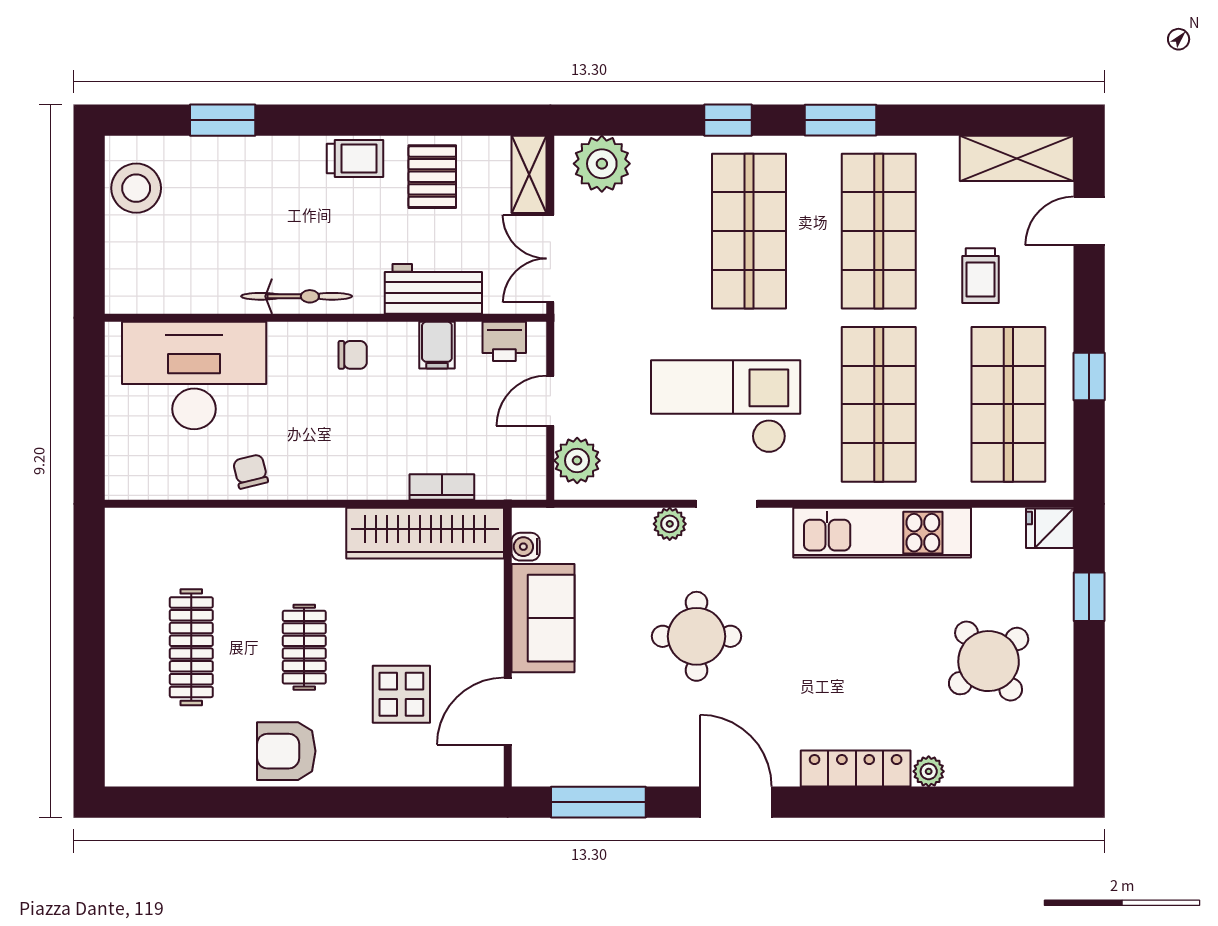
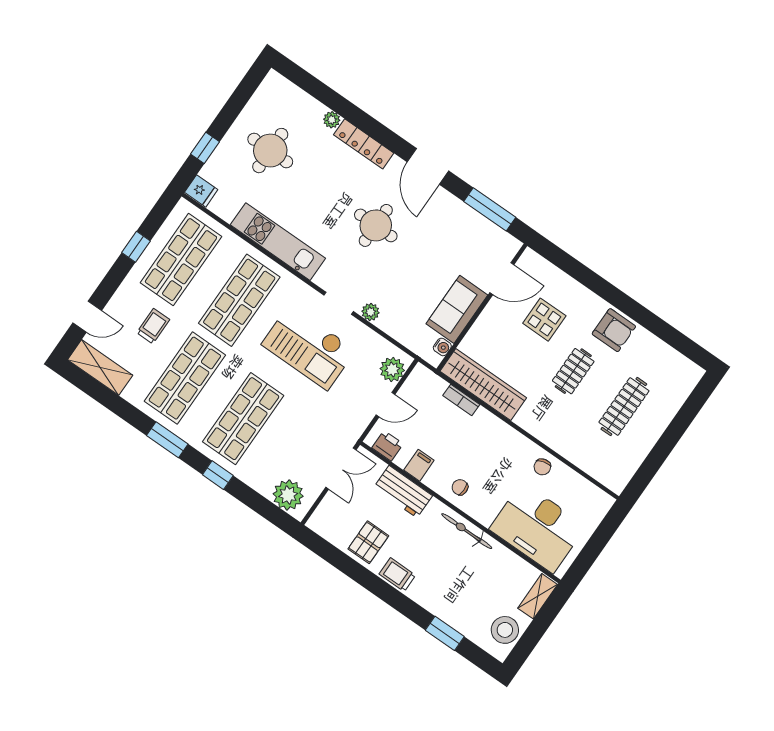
shelving: (529, 174) -> (538, 596), moved
round table: (696, 636) -> (376, 225), moved
round table: (989, 661) -> (270, 151), turned 38

